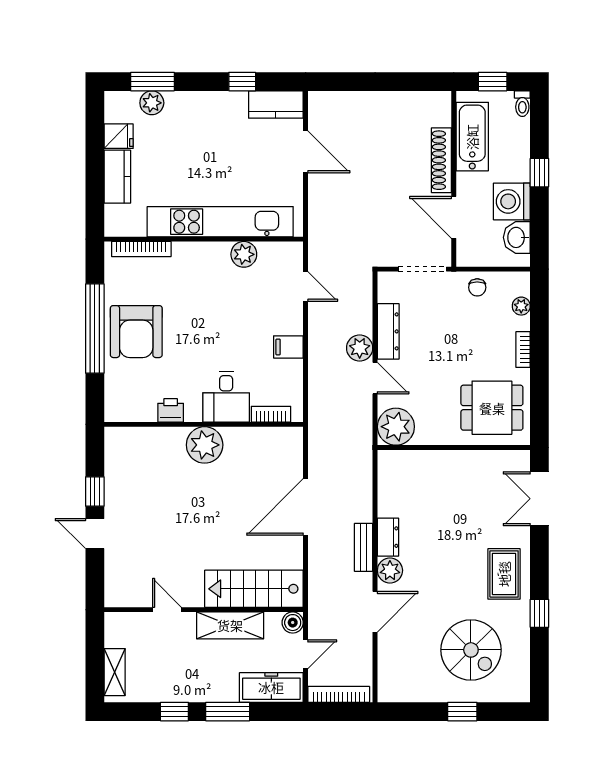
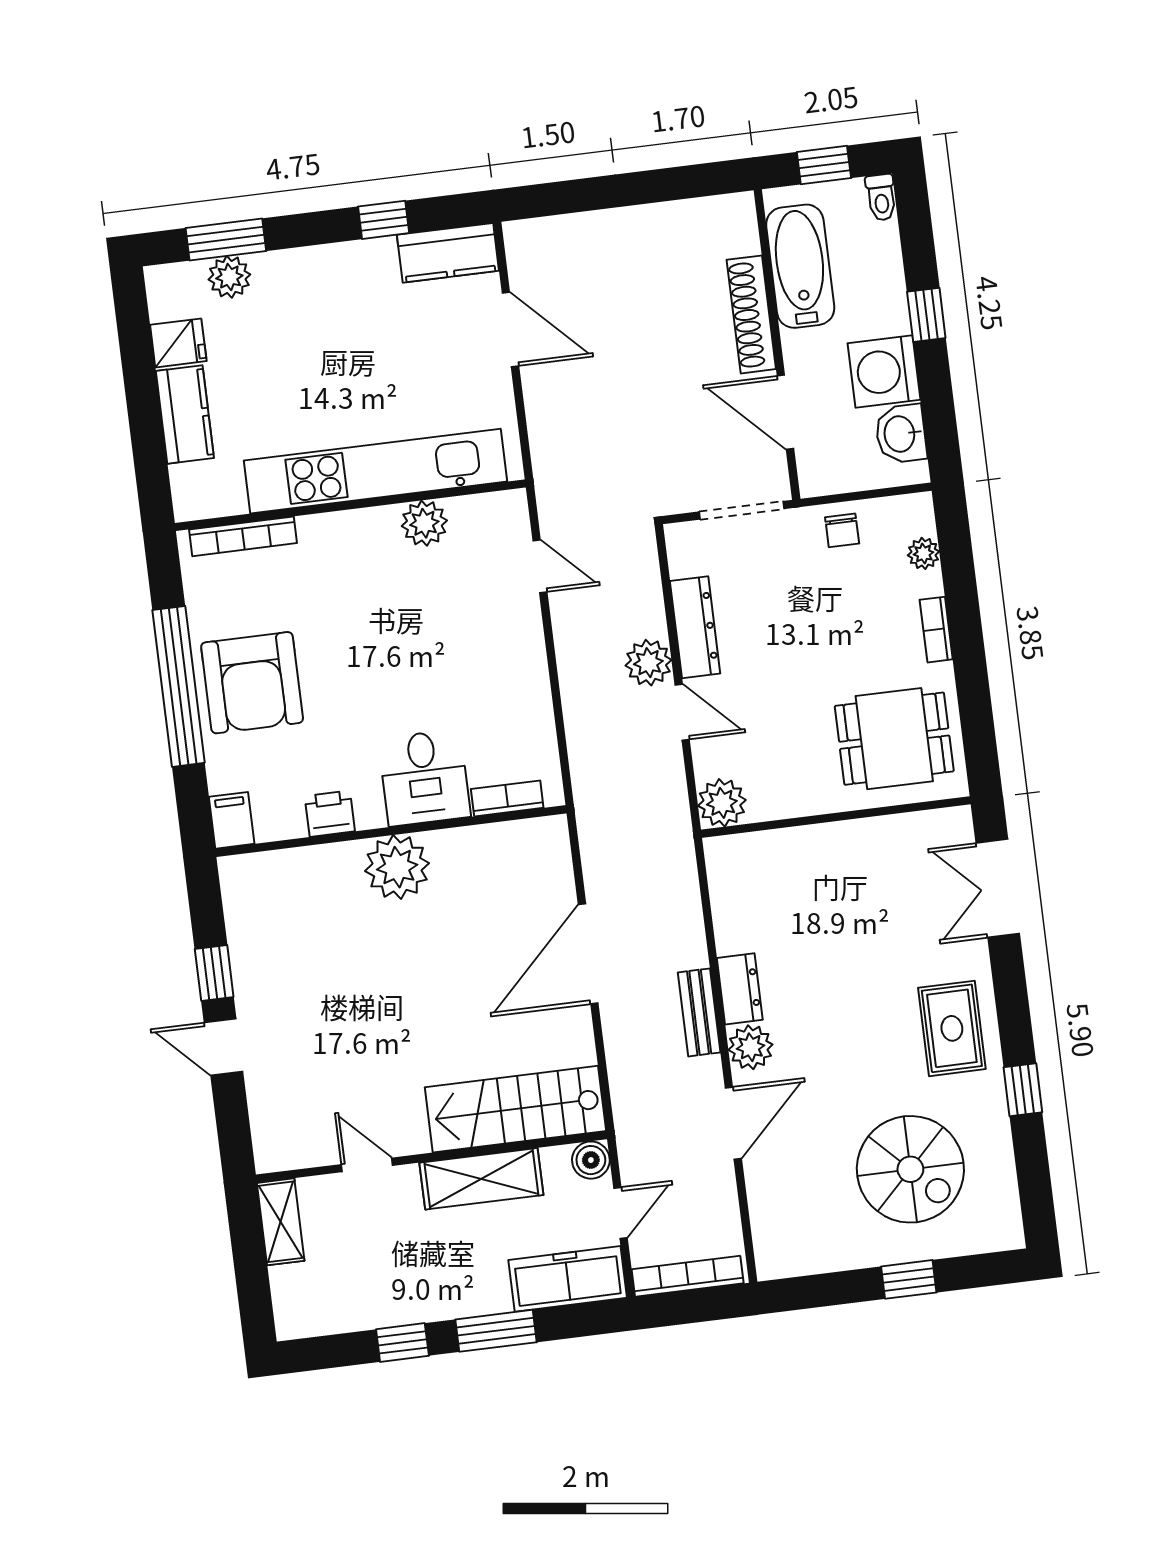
filing cabinet: (288, 347) -> (232, 820), moved, turned 90
plant: (396, 427) -> (722, 803), width x0.73, depth x0.73
shelving: (115, 672) -> (281, 1222), moved

